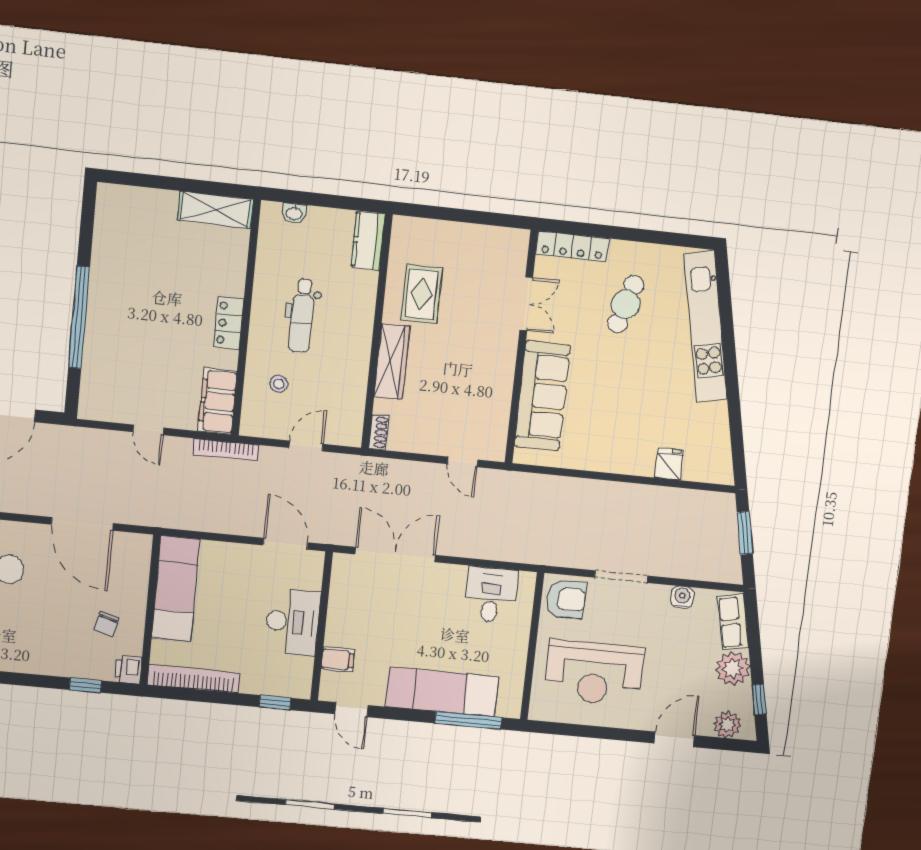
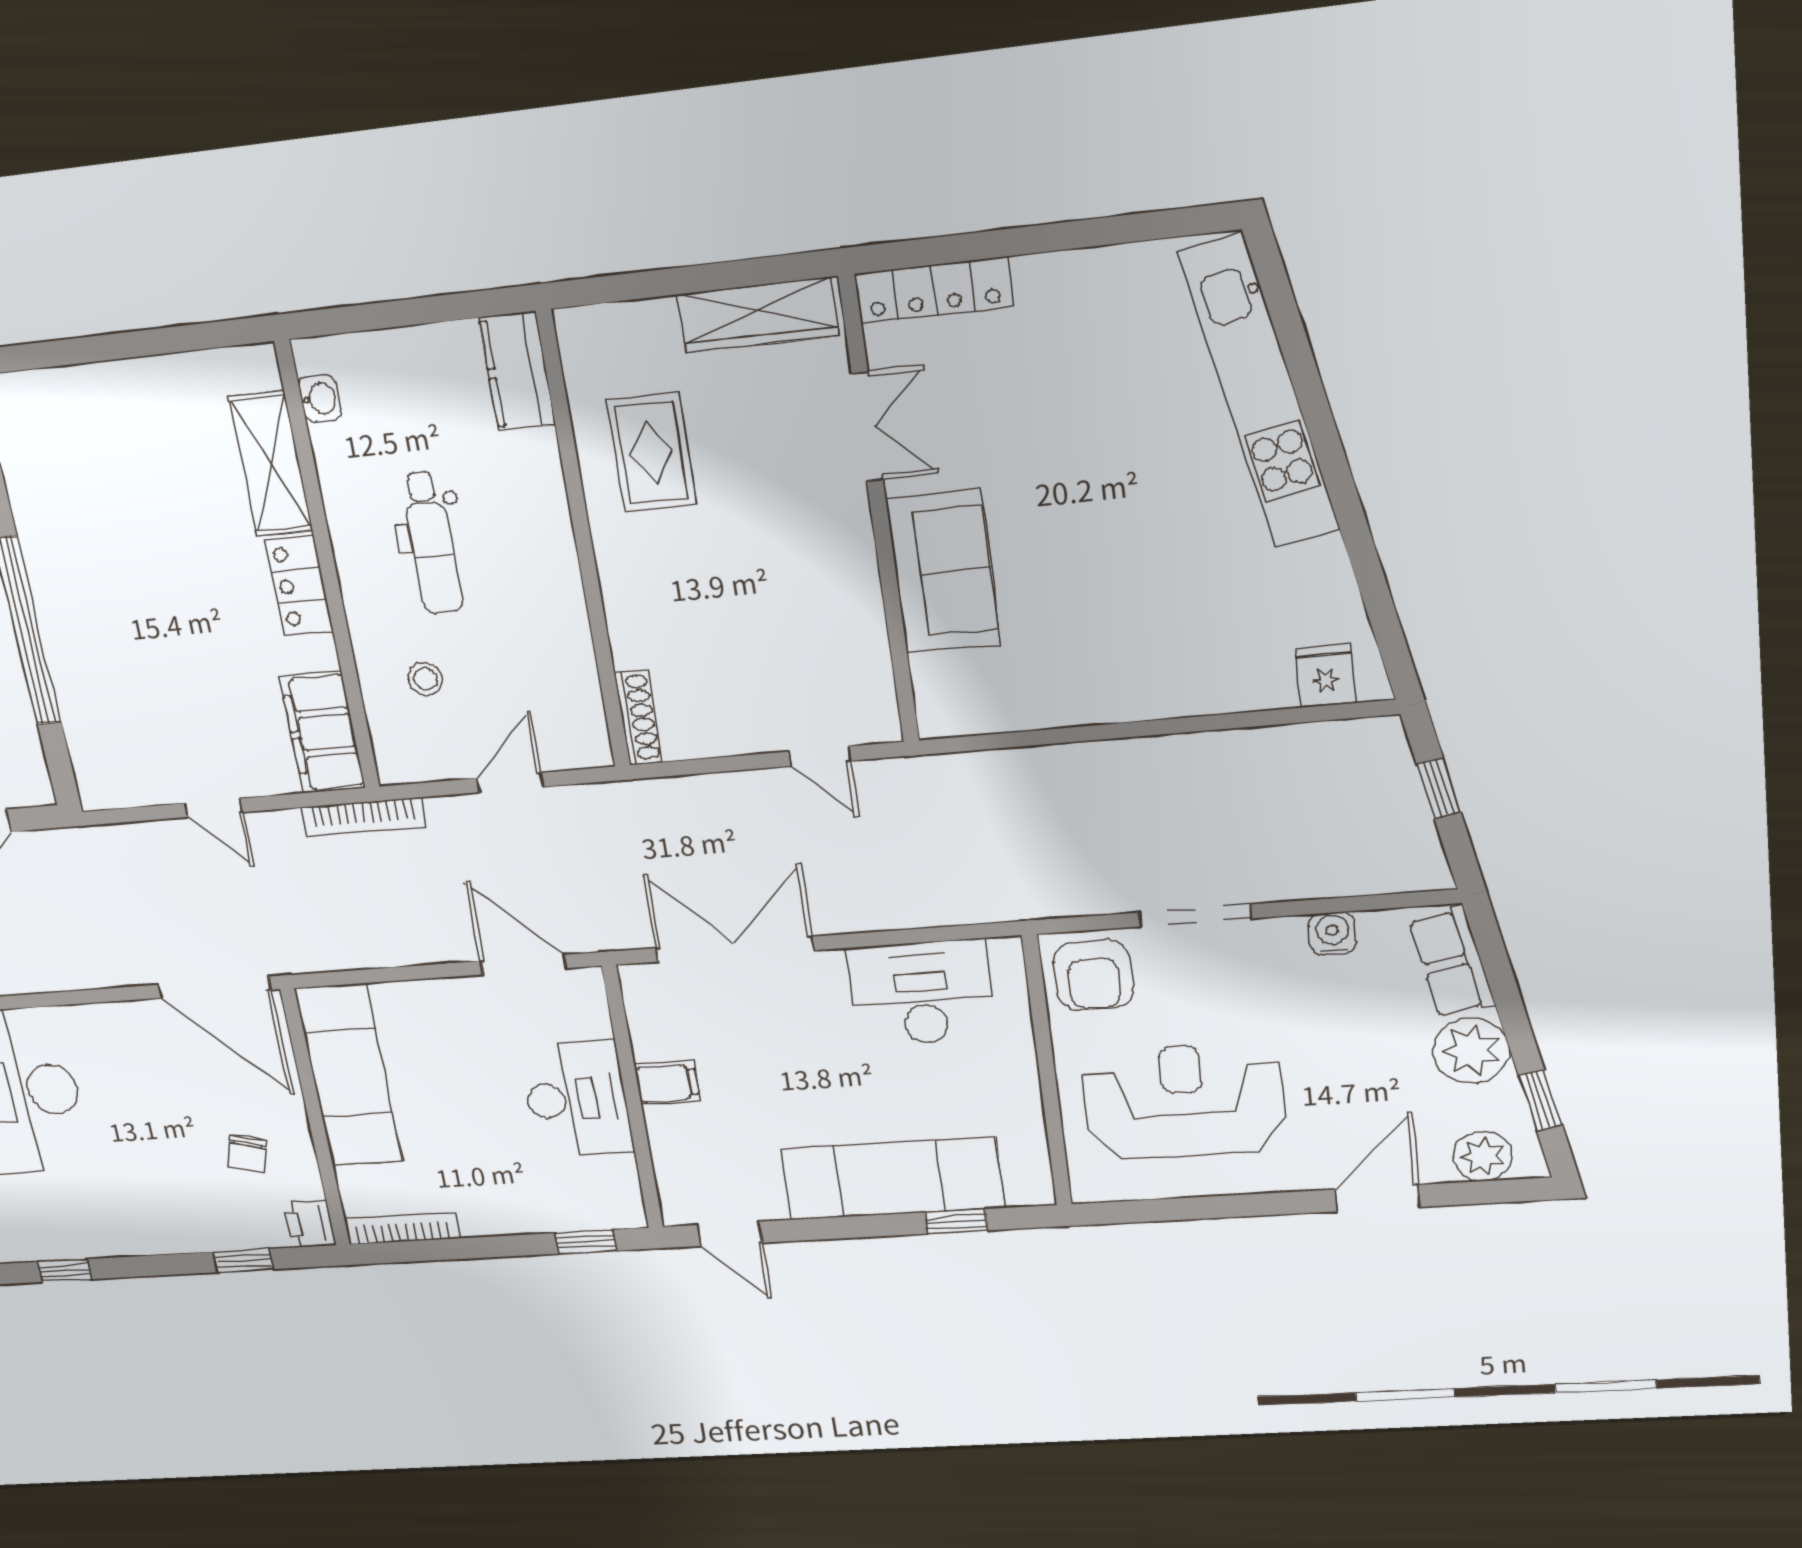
shelving: (215, 210) -> (271, 464), moved, turned 90
washbasin: (294, 213) -> (320, 399), moved, turned -90
cafe table: (626, 304) -> (1075, 383), removed
wardrobe: (392, 361) -> (758, 315), moved, turned 90
sofa: (542, 396) -> (943, 572), width x0.73
shoe rack: (379, 432) -> (638, 718), width x1.43
fridge: (669, 464) -> (1326, 675), moved
door: (82, 524) -> (214, 987), moved
window: (745, 533) -> (1439, 788), width x0.67
desk: (491, 595) -> (922, 993), width x1.37
armchair: (566, 599) -> (1093, 975), turned 90
filing cabinet: (338, 659) -> (667, 1083), moved
reception desk: (594, 673) -> (1184, 1101), turned 180
bookcase: (194, 679) -> (402, 1228), width x0.68, depth x0.76
window: (468, 720) -> (956, 1221), width x0.46

